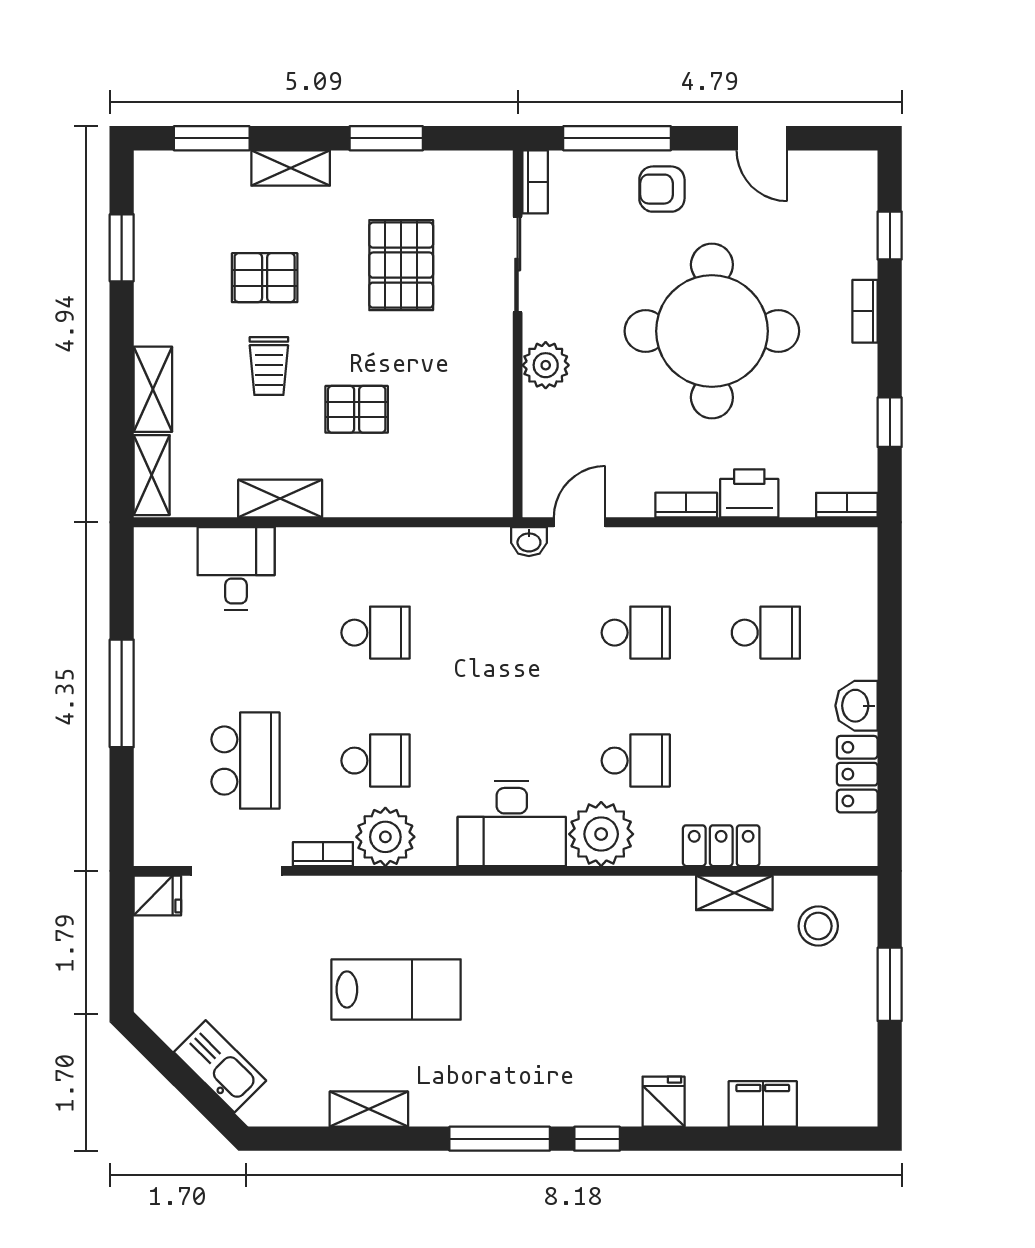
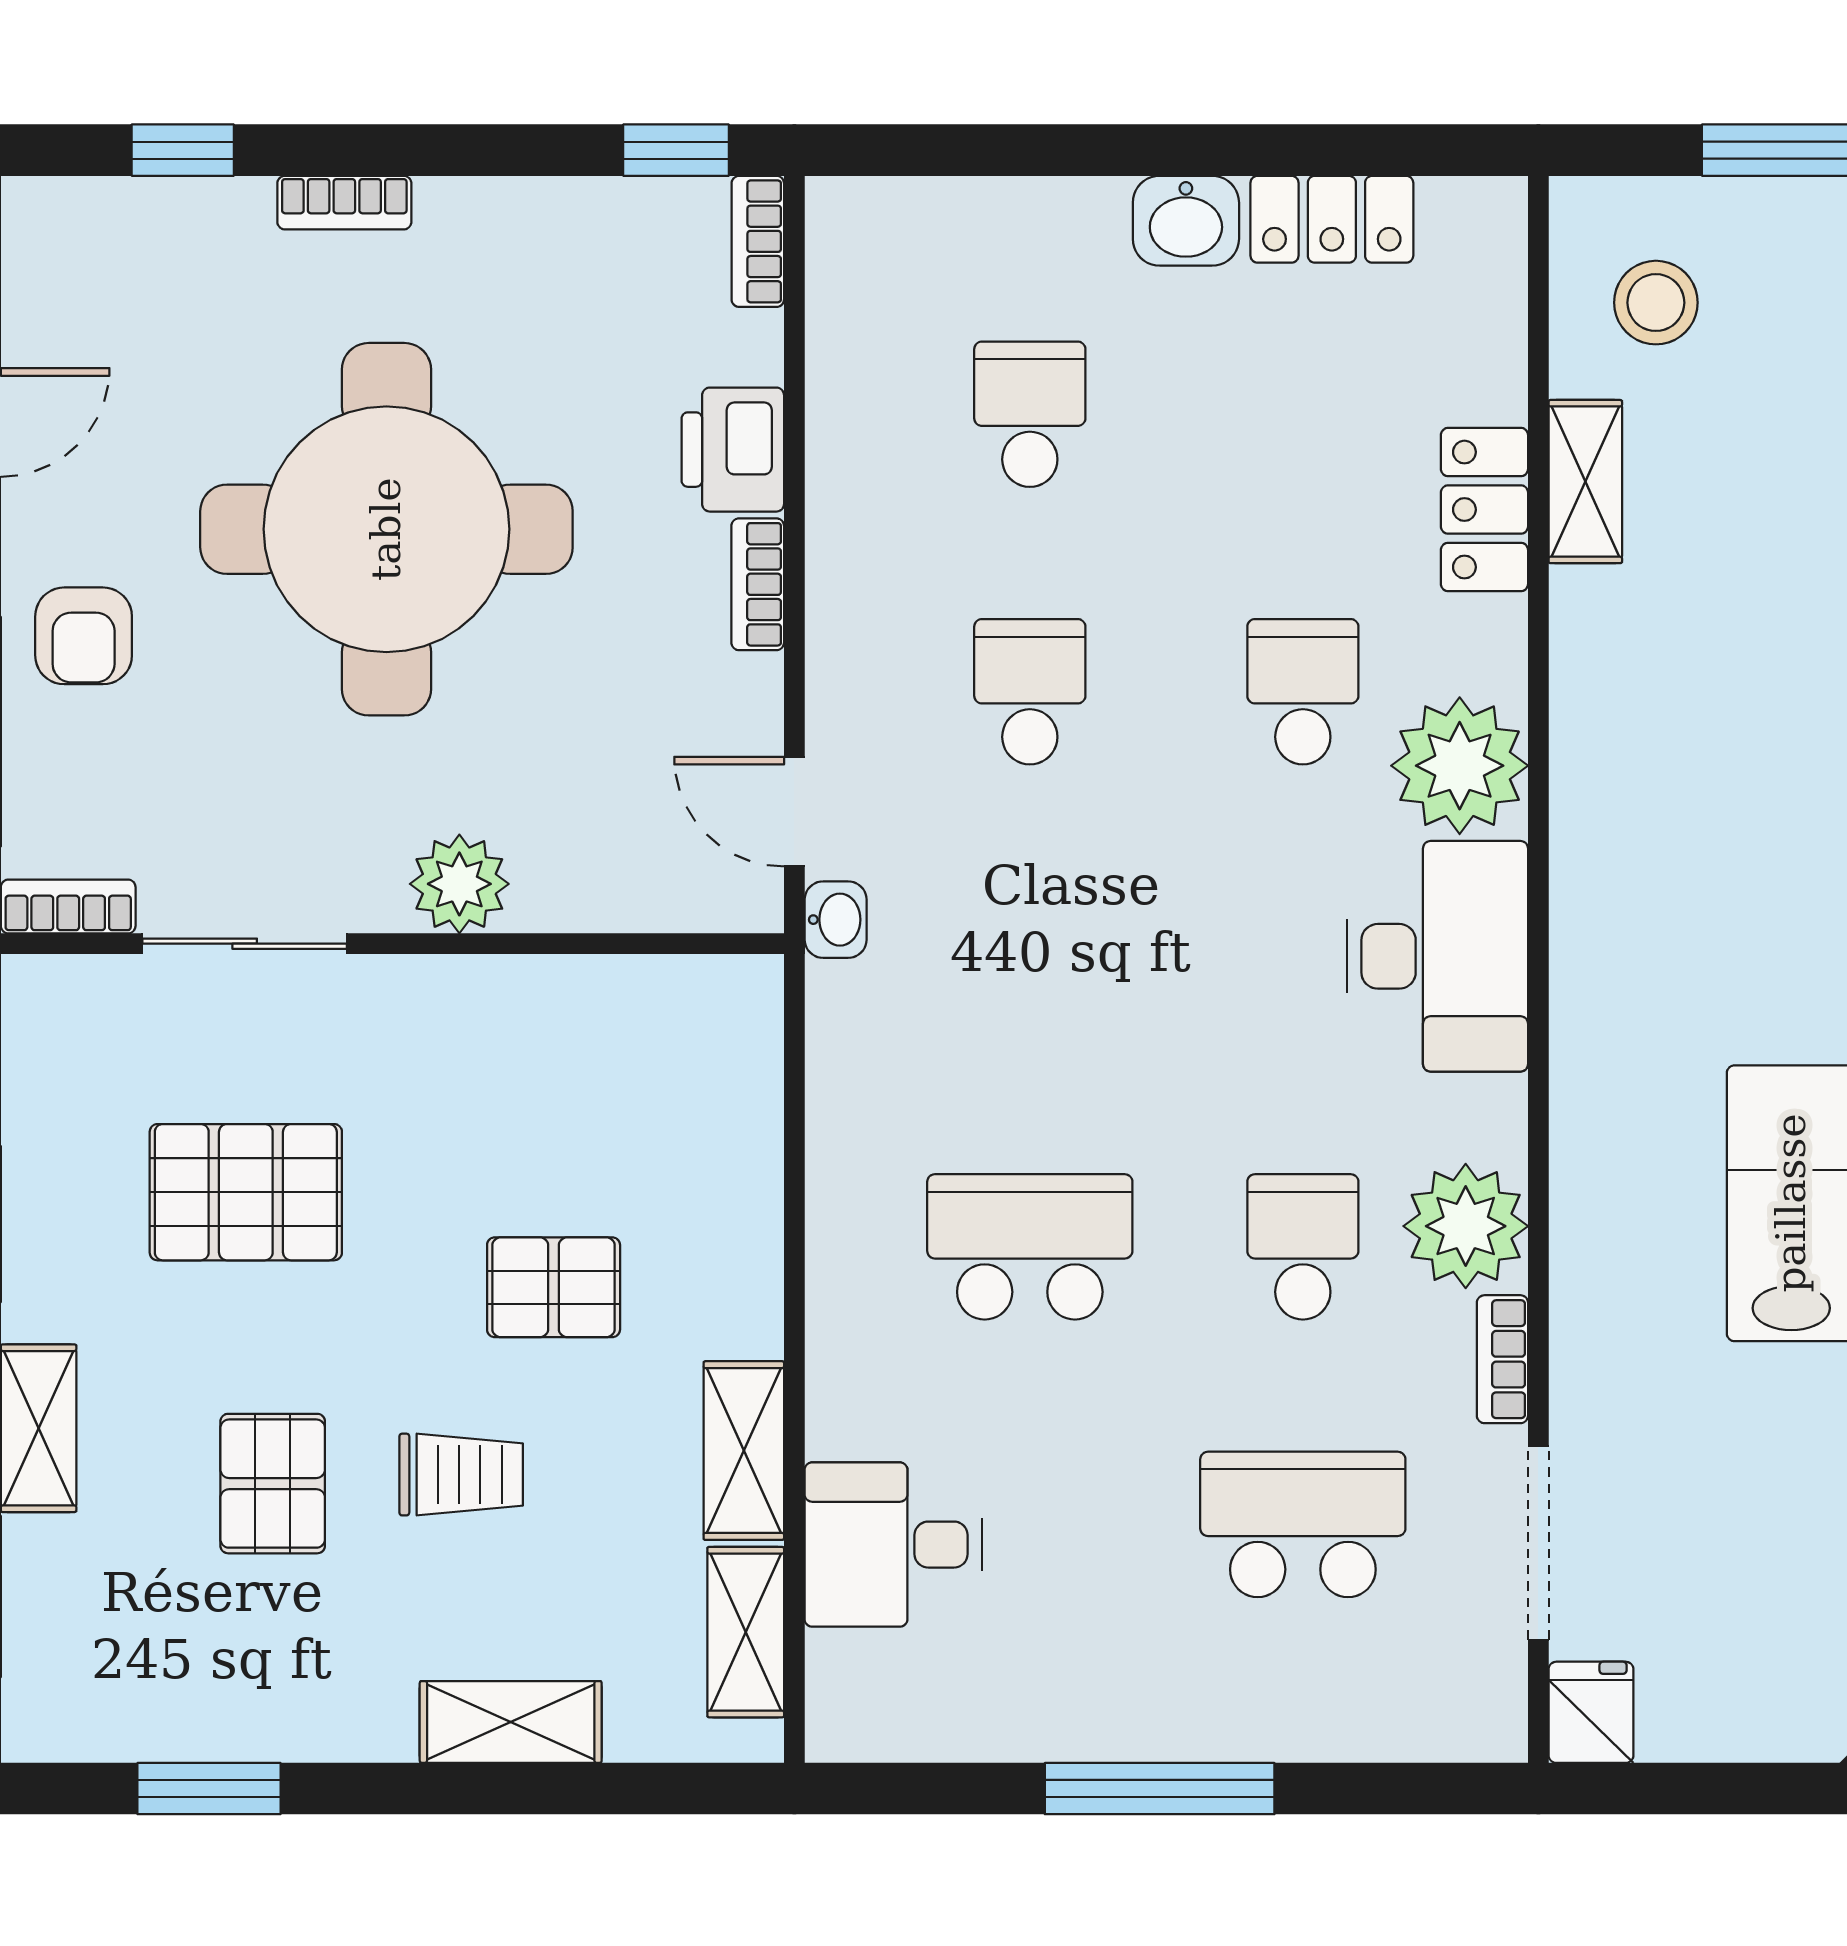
pallet: (357, 409) -> (554, 1287), turned 90
window: (890, 422) -> (676, 150), moved
shelving: (152, 475) -> (746, 1632), moved, turned 90
school desk: (376, 633) -> (1030, 1247), width x1.85

